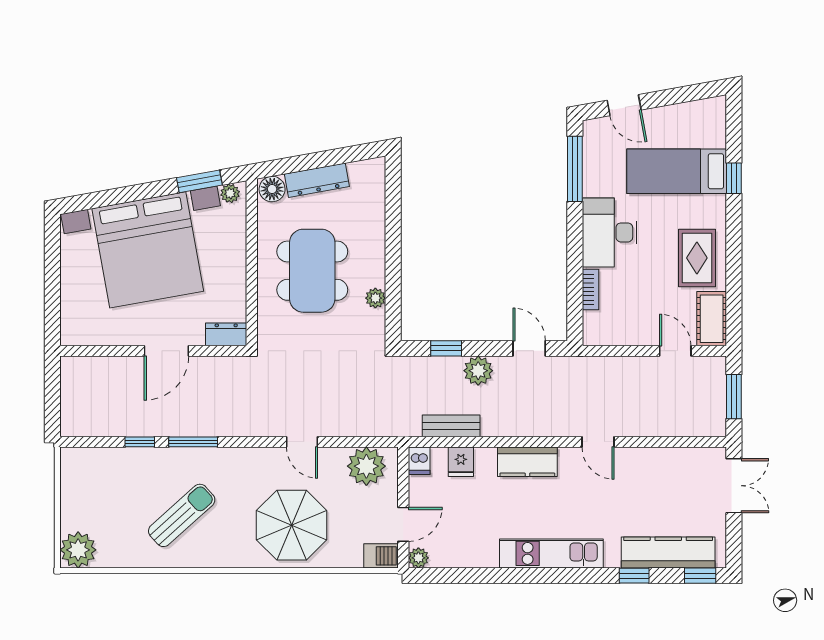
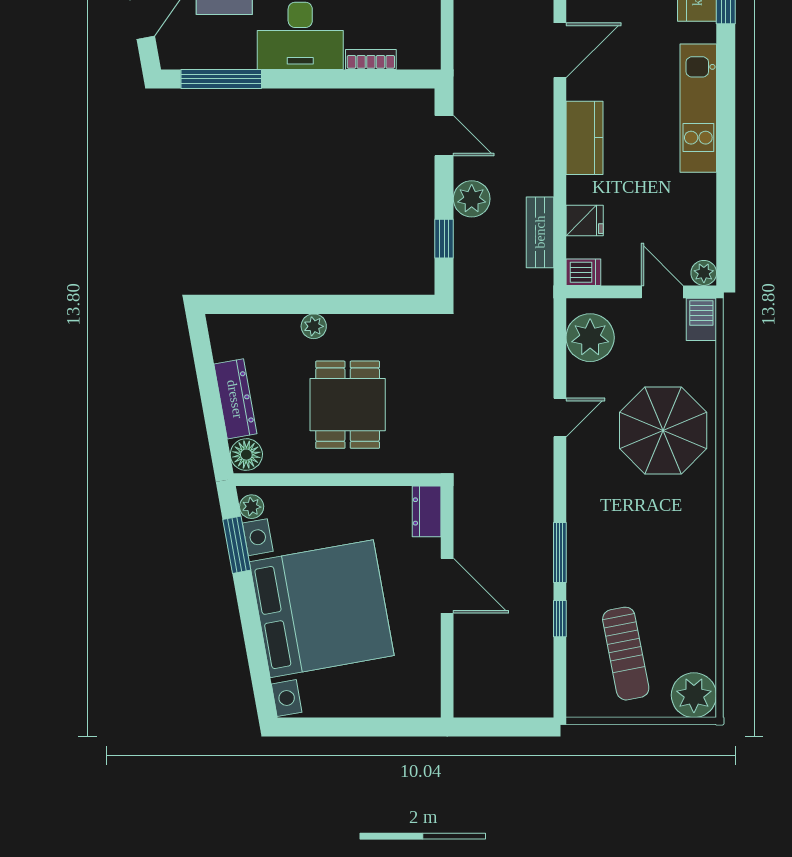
dining table: (312, 271) -> (348, 405), width x0.73
plant: (375, 298) -> (314, 326), moved
door: (529, 348) -> (444, 136), swing flipped
door: (598, 442) -> (560, 50), width x1.38
sun lounger: (182, 515) -> (626, 654), moved, turned -149

